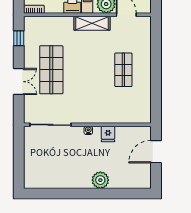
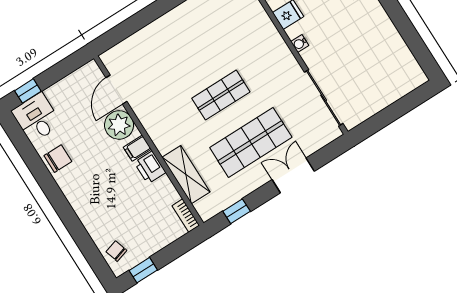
shelving: (92, 23) -> (186, 175), moved
shop shelf: (123, 70) -> (221, 95), moved

